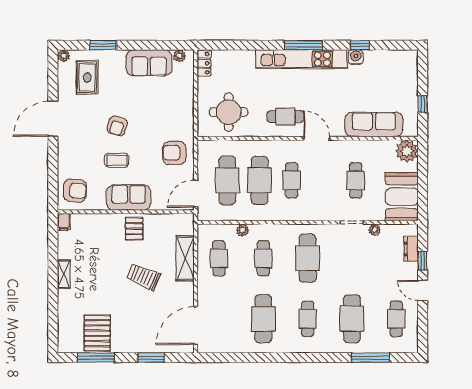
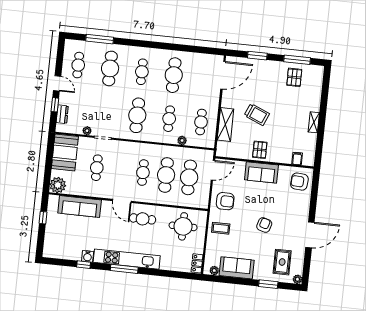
coffee table: (117, 160) -> (221, 228), moved
filing cabinet: (64, 222) -> (297, 159), moved
pallet: (97, 333) -> (294, 77), width x0.67, depth x0.71

